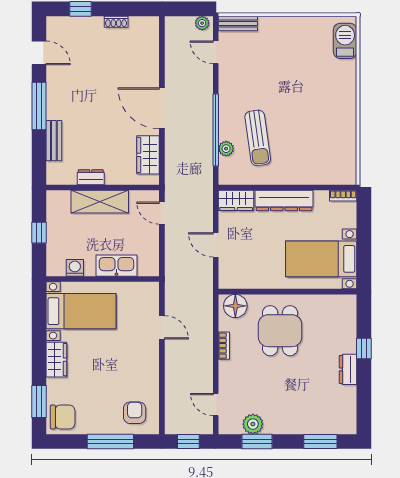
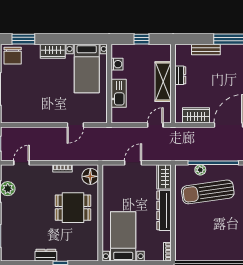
sun lounger: (258, 138) -> (208, 192), width x1.36, depth x1.34
armchair: (135, 413) -> (16, 106), removed

